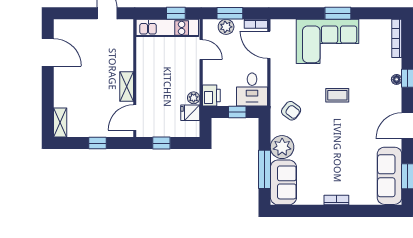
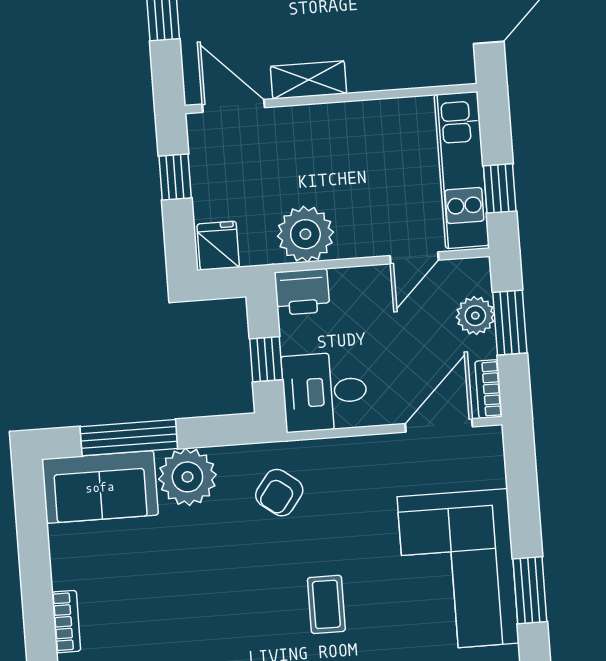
plant: (194, 98) -> (305, 234), width x1.88, depth x1.88
fridge: (190, 113) -> (218, 246), moved

